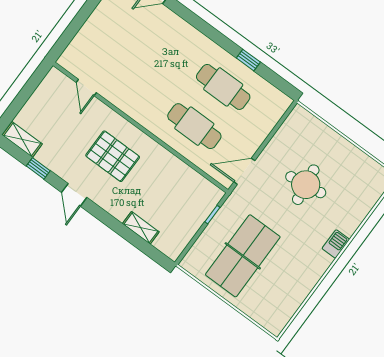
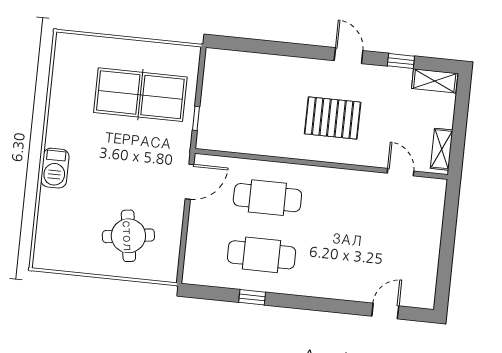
round table: (306, 185) -> (128, 236), moved
shelving: (141, 228) -> (442, 149), moved, turned 90
barbecue: (336, 244) -> (55, 168), width x1.38, depth x1.27
table tennis table: (243, 256) -> (140, 95), turned 90

